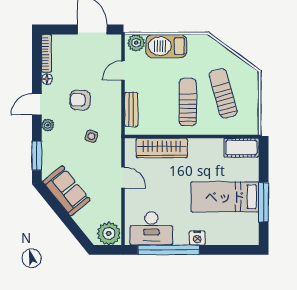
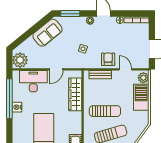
armchair: (80, 100) -> (108, 59), moved
desk: (151, 228) -> (33, 81), moved, turned 90
nightstand: (197, 238) -> (17, 107), moved

